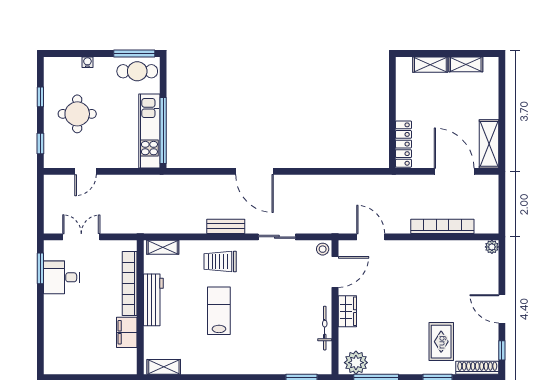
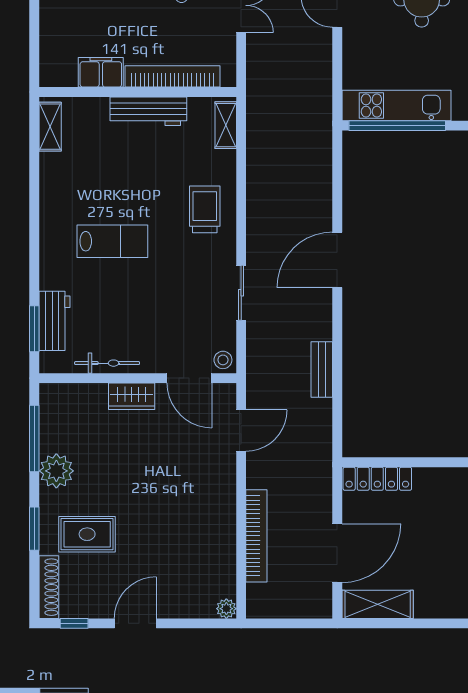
bench: (226, 226) -> (322, 370), moved
lab bench: (219, 311) -> (112, 241), moved
plant: (356, 363) -> (56, 471), moved
workbench: (296, 364) -> (54, 321), added

